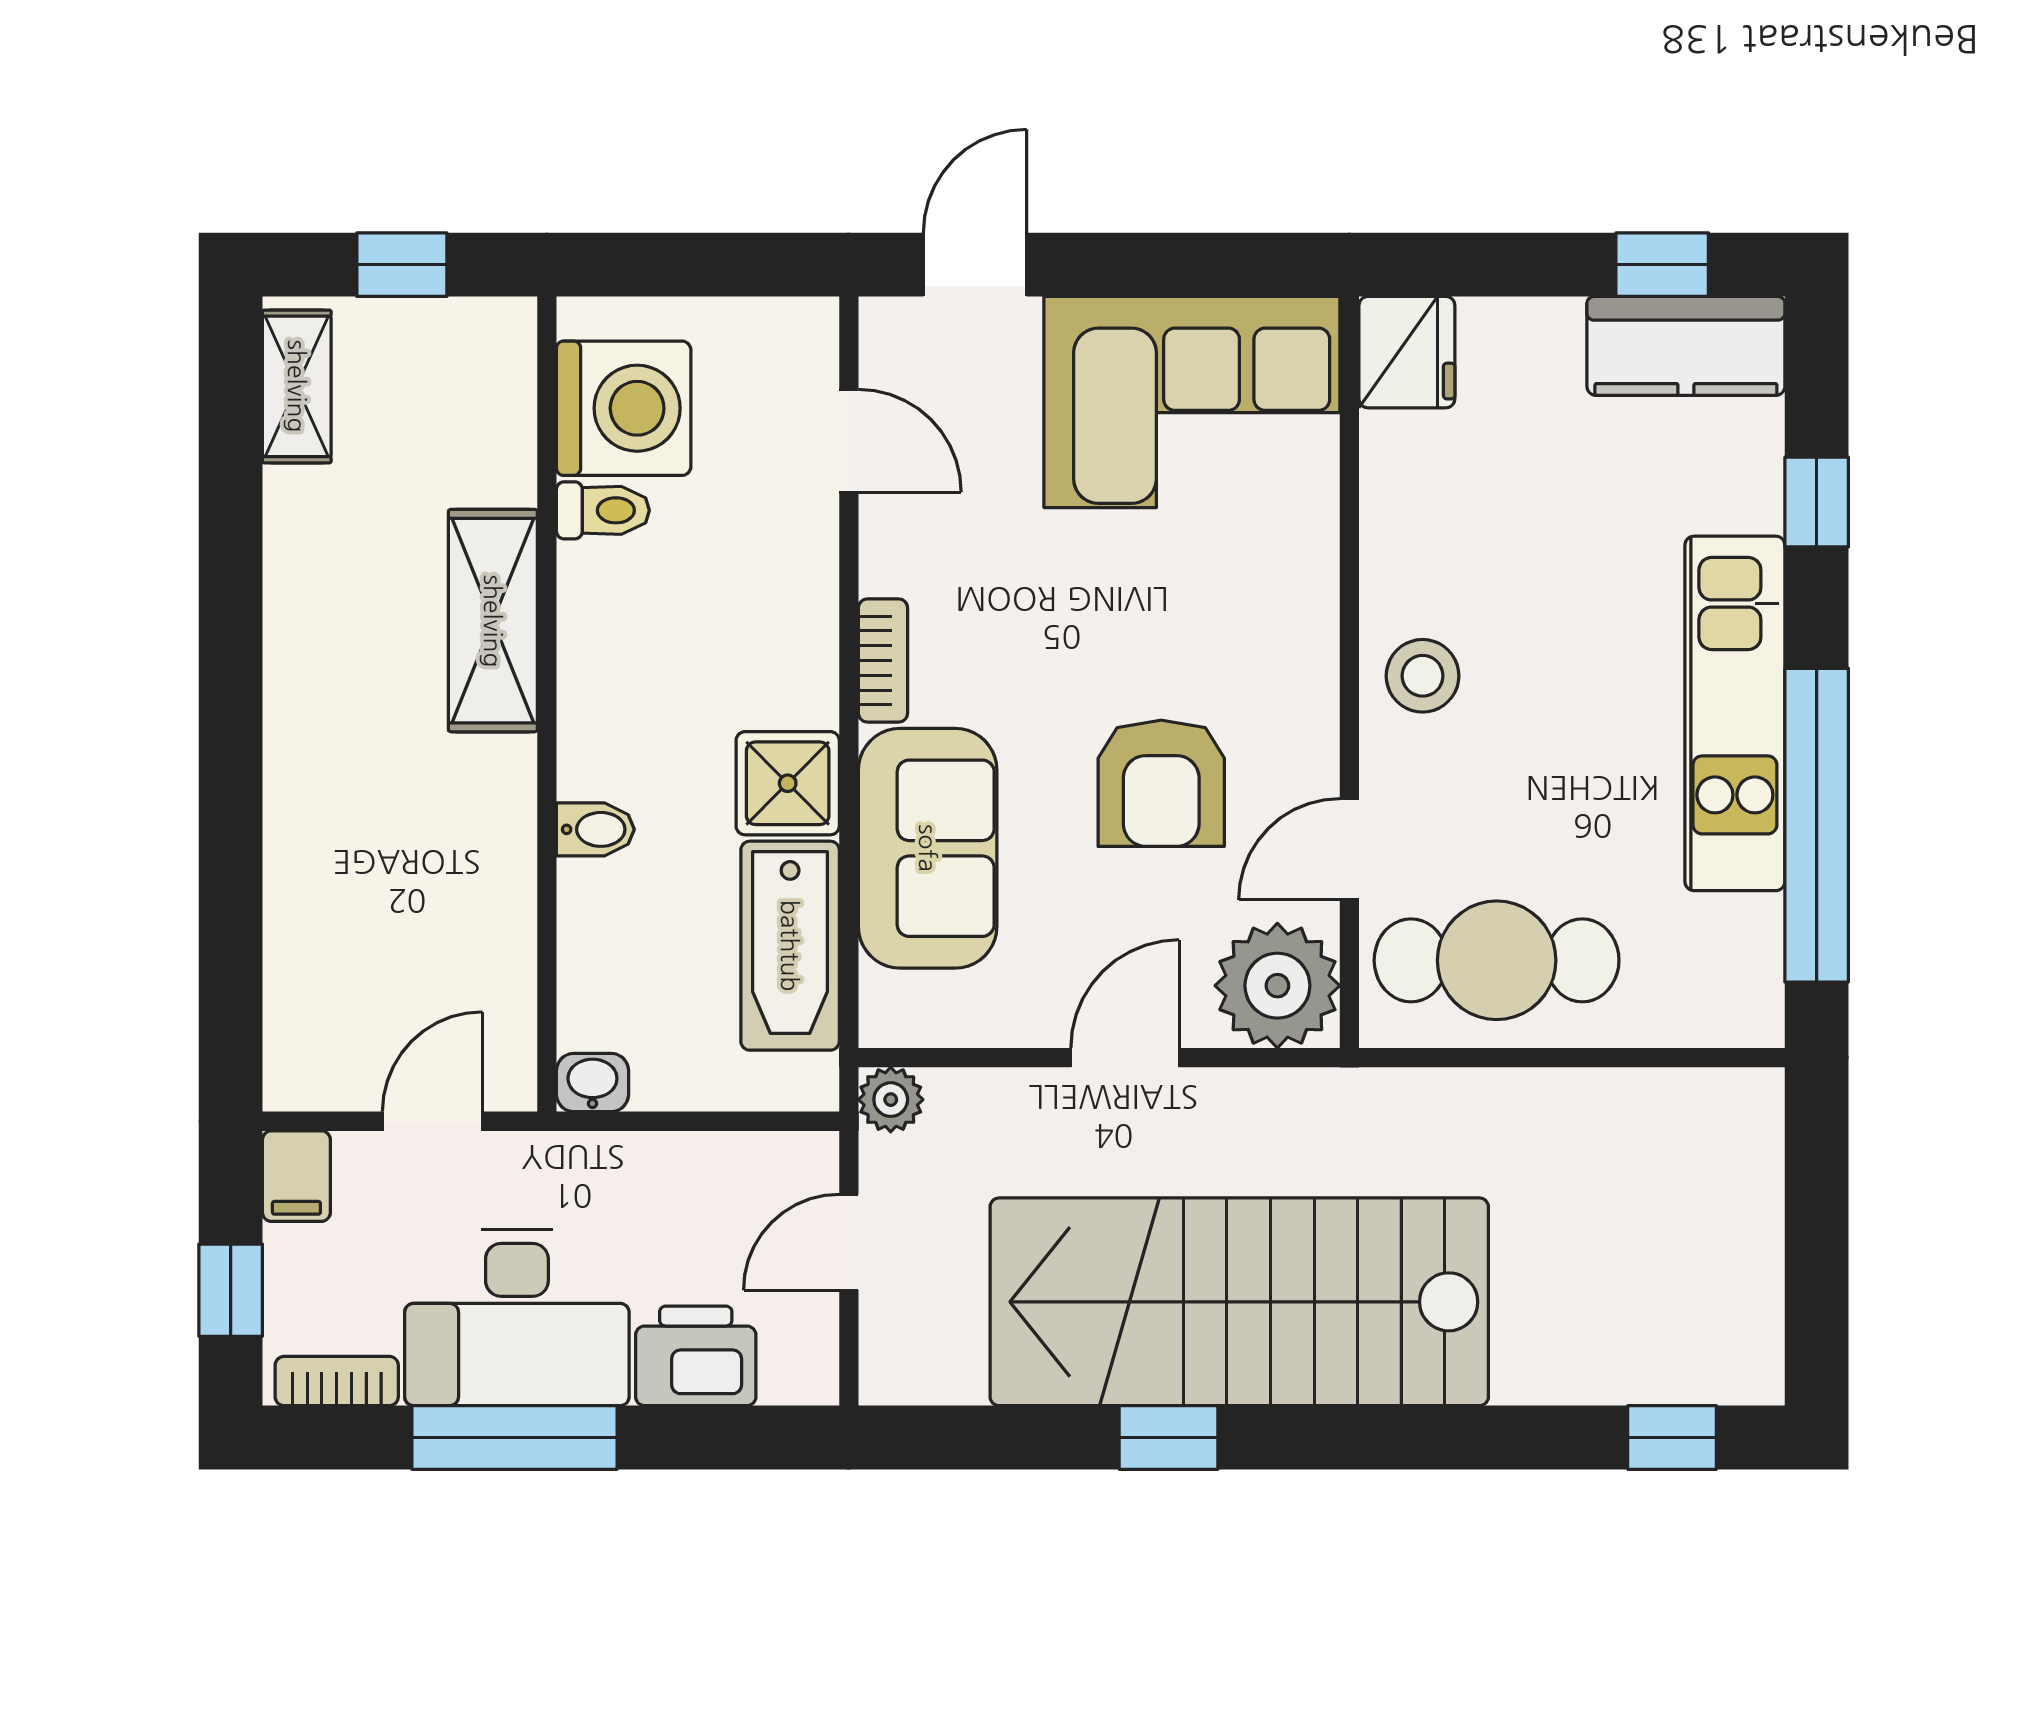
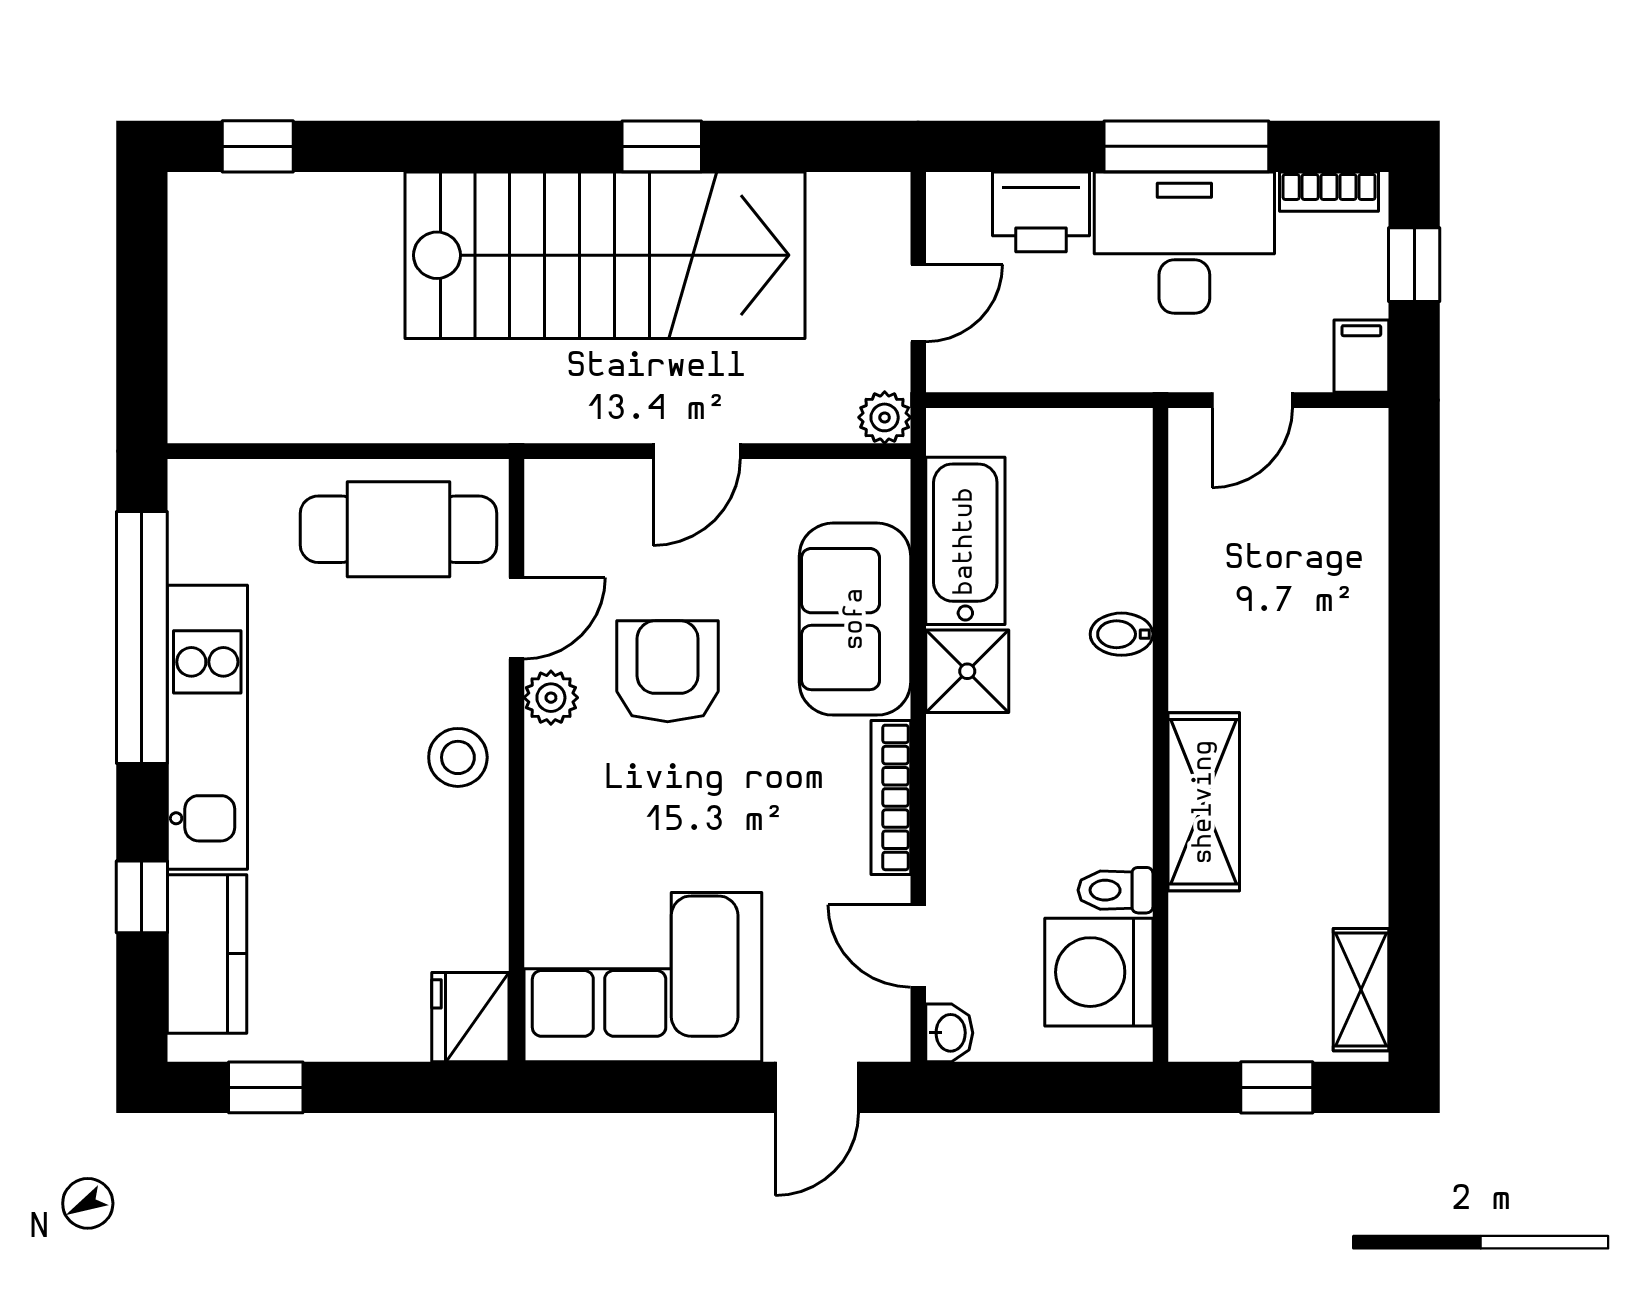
kitchen counter: (1686, 346) -> (207, 954), moved, turned 90
bookcase: (883, 661) -> (891, 797), width x1.56
plant: (1277, 986) -> (551, 698), moved, width x0.53, depth x0.53
washbasin: (592, 1083) -> (949, 1033), moved, turned -90

